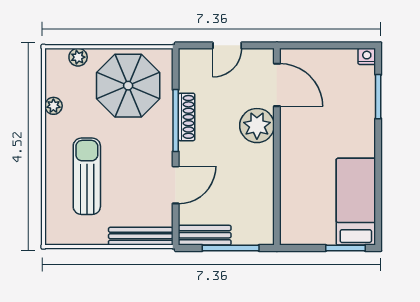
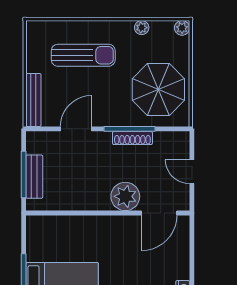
plant: (78, 57) -> (182, 28), moved
door: (176, 185) -> (76, 129), swing flipped
bench: (205, 235) -> (34, 177), moved

